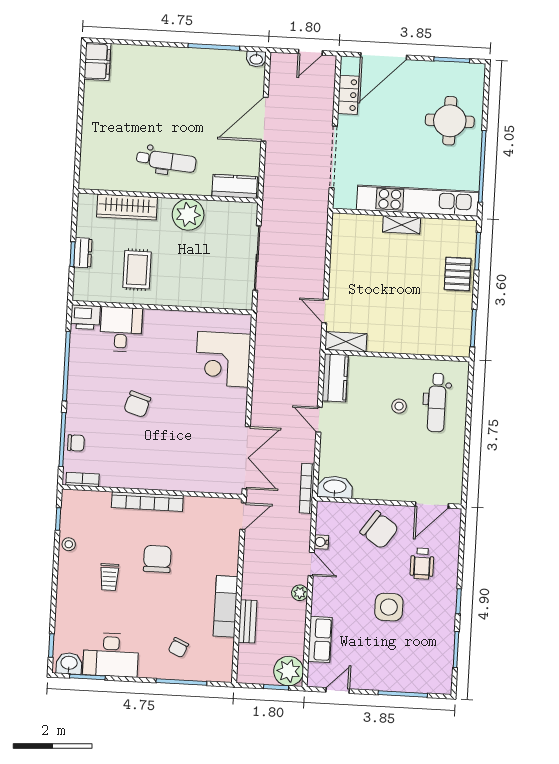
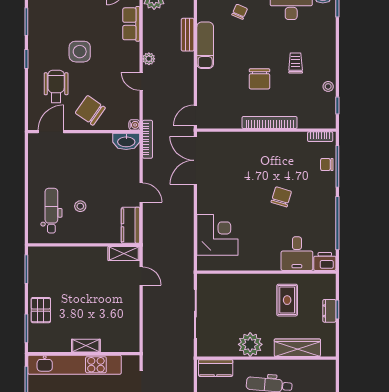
water cooler: (321, 542) -> (134, 125), moved
wheelchair: (422, 564) -> (56, 86), width x1.36, depth x1.37

